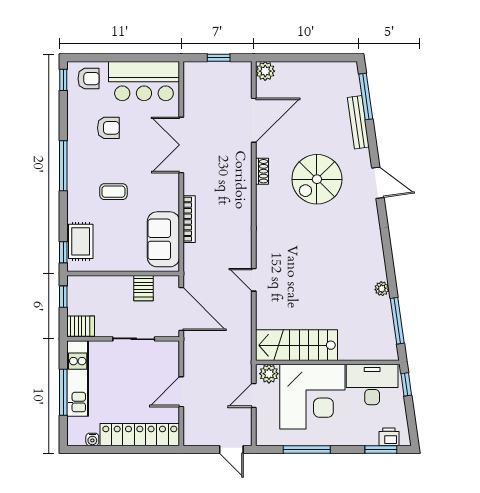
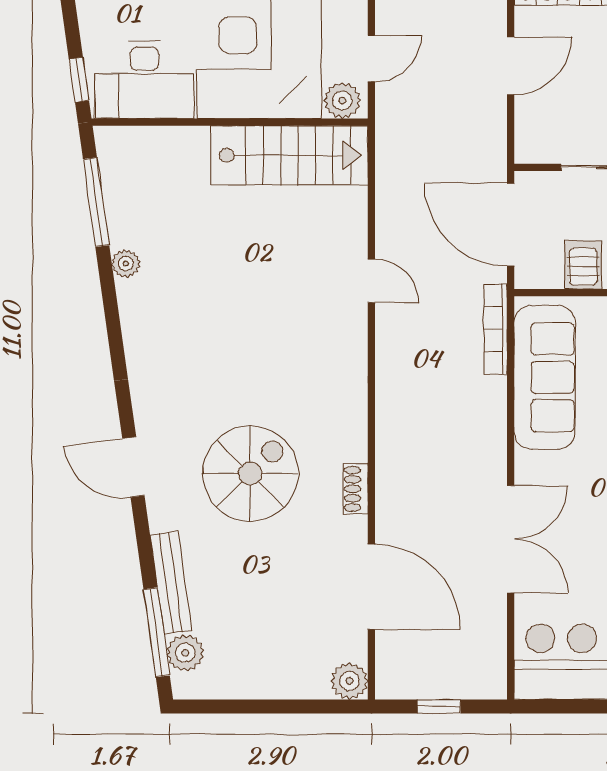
plant: (351, 86) -> (185, 653), added
door: (254, 120) -> (371, 587), swing flipped
bookcase: (189, 219) -> (496, 329), moved
sofa: (163, 239) -> (545, 377), width x1.36

